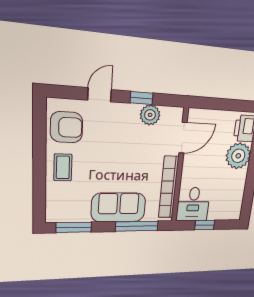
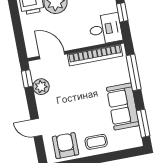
window: (142, 98) -> (27, 79), moved
sofa: (119, 207) -> (123, 107), moved

